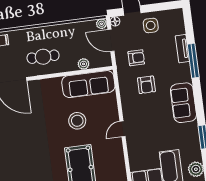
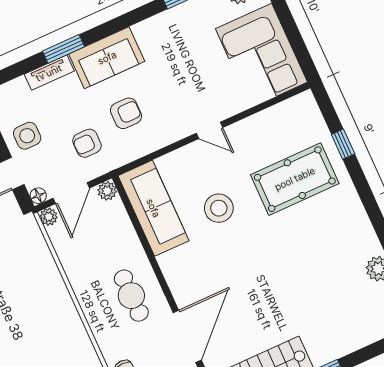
armchair: (136, 58) -> (87, 143), turned -90
window: (193, 61) -> (64, 49), width x0.69
plant: (84, 64) -> (107, 191), moved
sofa: (183, 103) -> (107, 58), moved

